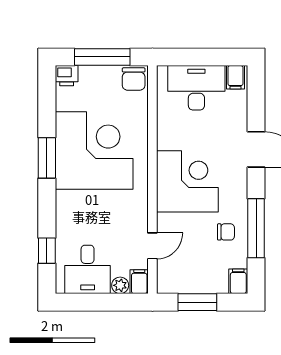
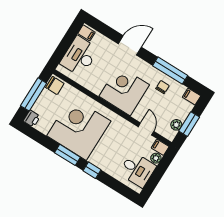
window: (47, 251) -> (92, 170), moved
plant: (185, 285) -> (176, 125), added

